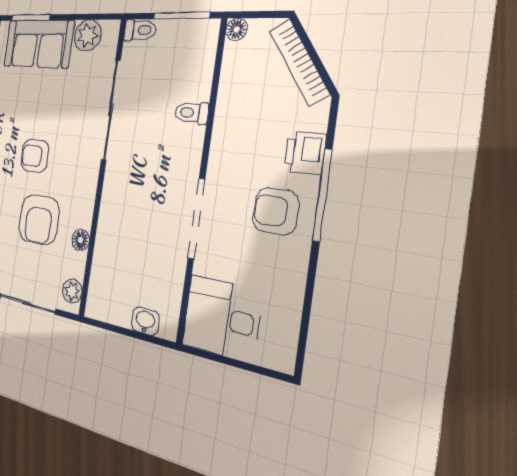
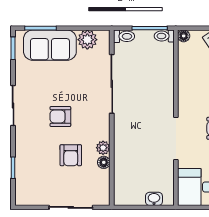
toilet: (191, 113) -> (164, 36), moved
armchair: (39, 220) -> (71, 155), width x0.72, depth x0.72
plant: (72, 291) -> (103, 148), moved

